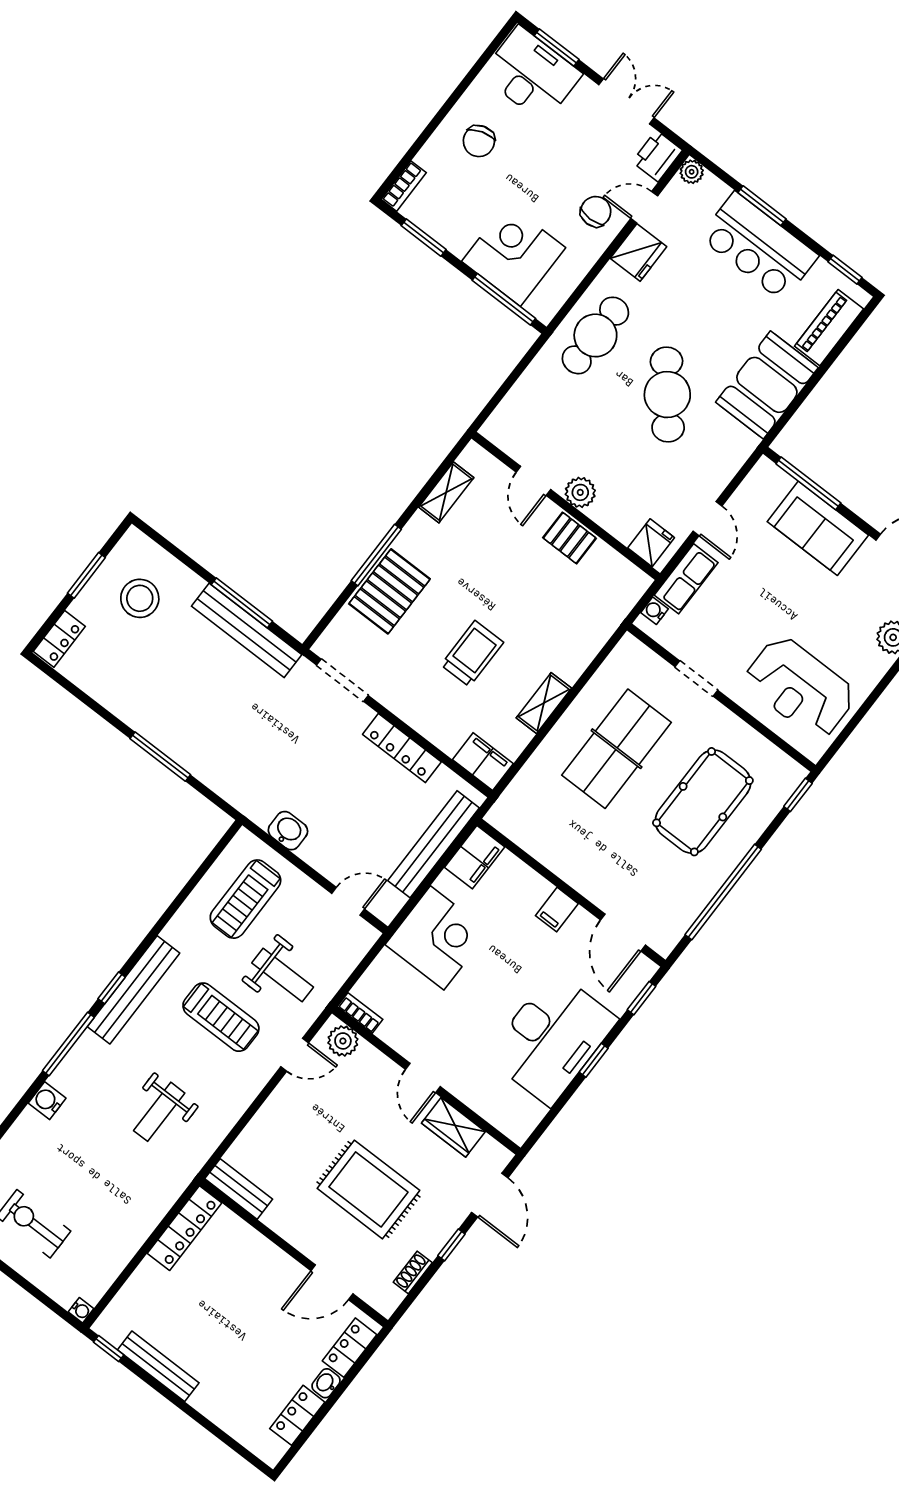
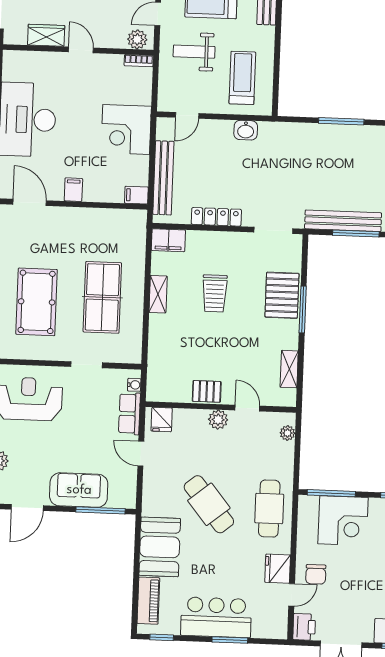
plant: (692, 172) -> (287, 433), moved
filing cabinet: (475, 857) -> (136, 195), width x0.50

